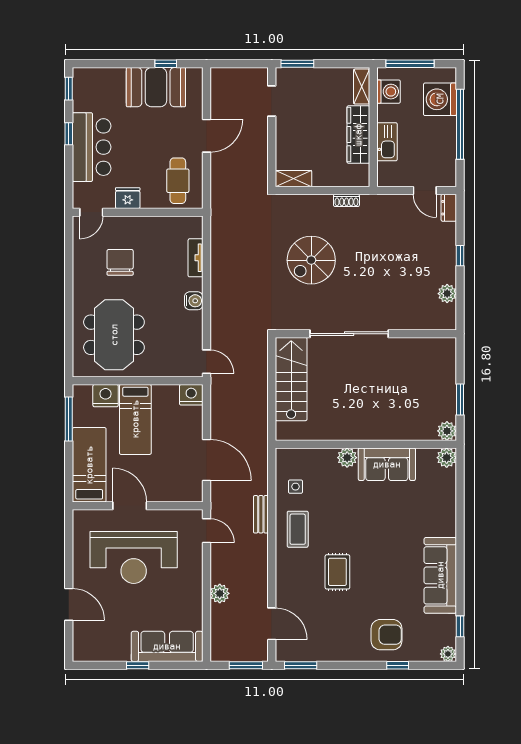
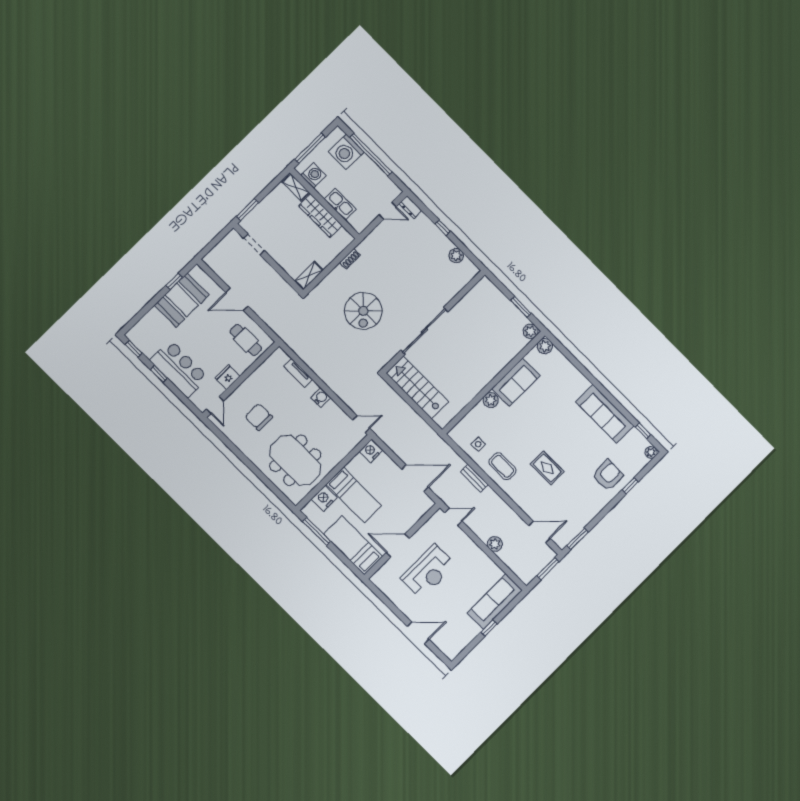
door: (206, 136) -> (237, 299), swing flipped
reception desk: (134, 557) -> (428, 572), width x0.74, depth x0.77

